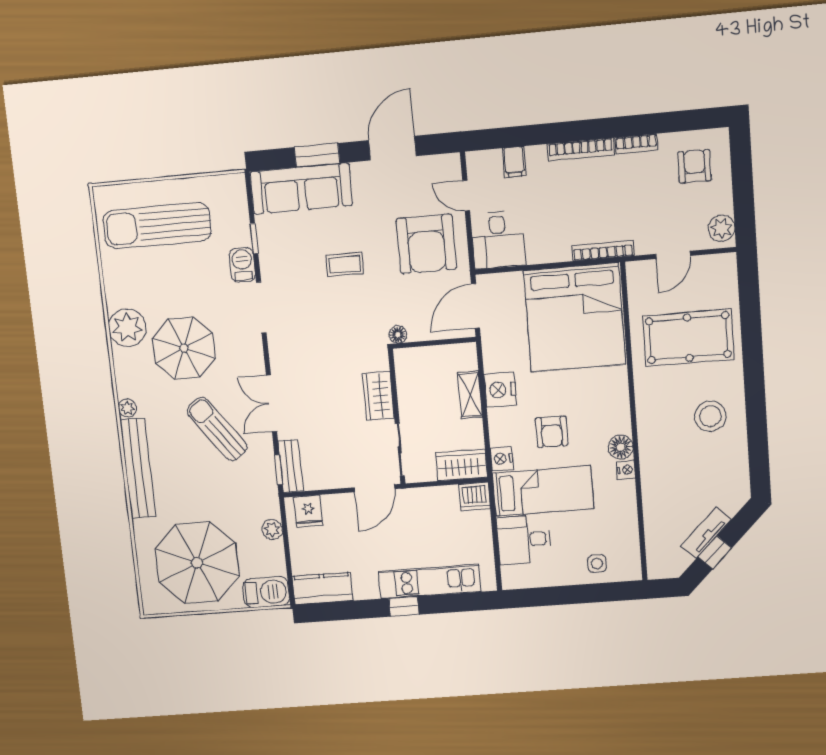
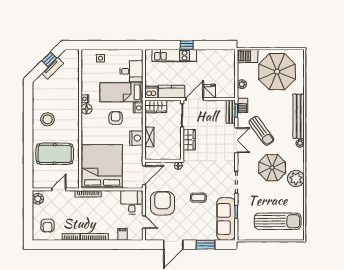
sofa: (301, 189) -> (226, 219), moved, turned -90
barbecue: (242, 265) -> (242, 105), moved
fridge: (308, 511) -> (210, 91), moved
kitchen counter: (323, 589) -> (172, 92), moved, turned 180

